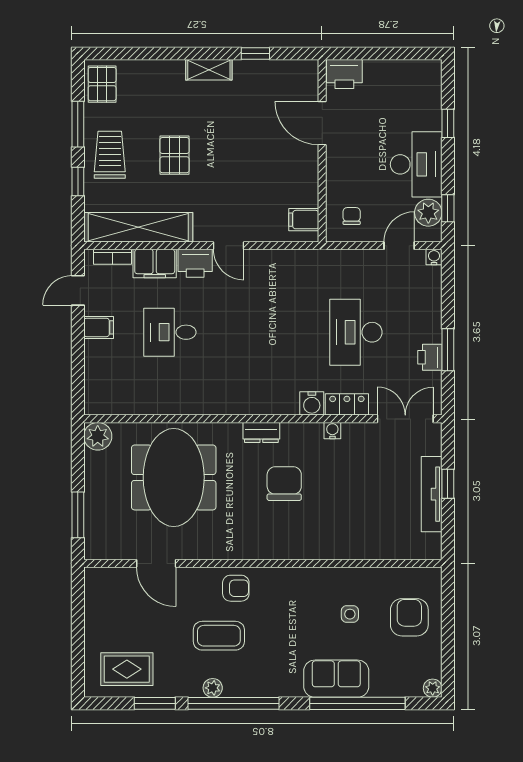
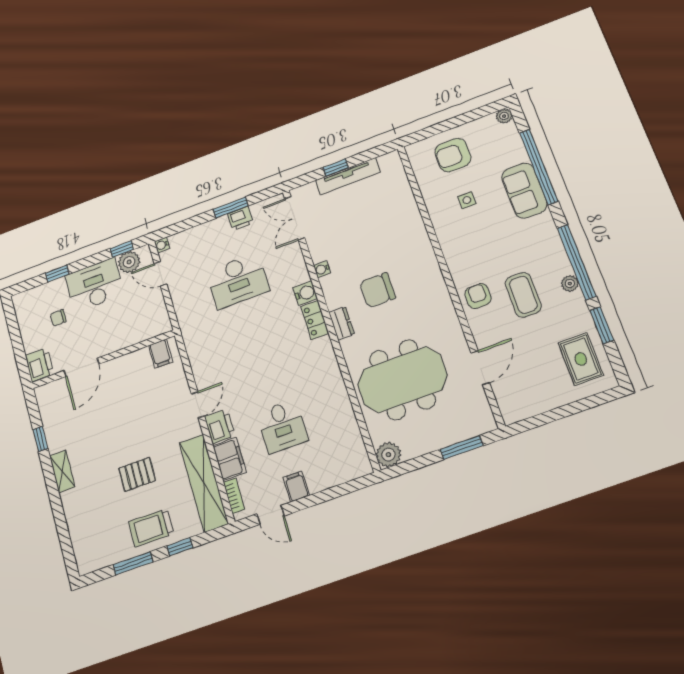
pallet: (102, 84) -> (95, 554), removed
chair: (352, 216) -> (58, 318), moved
locker: (347, 404) -> (315, 320), moved

